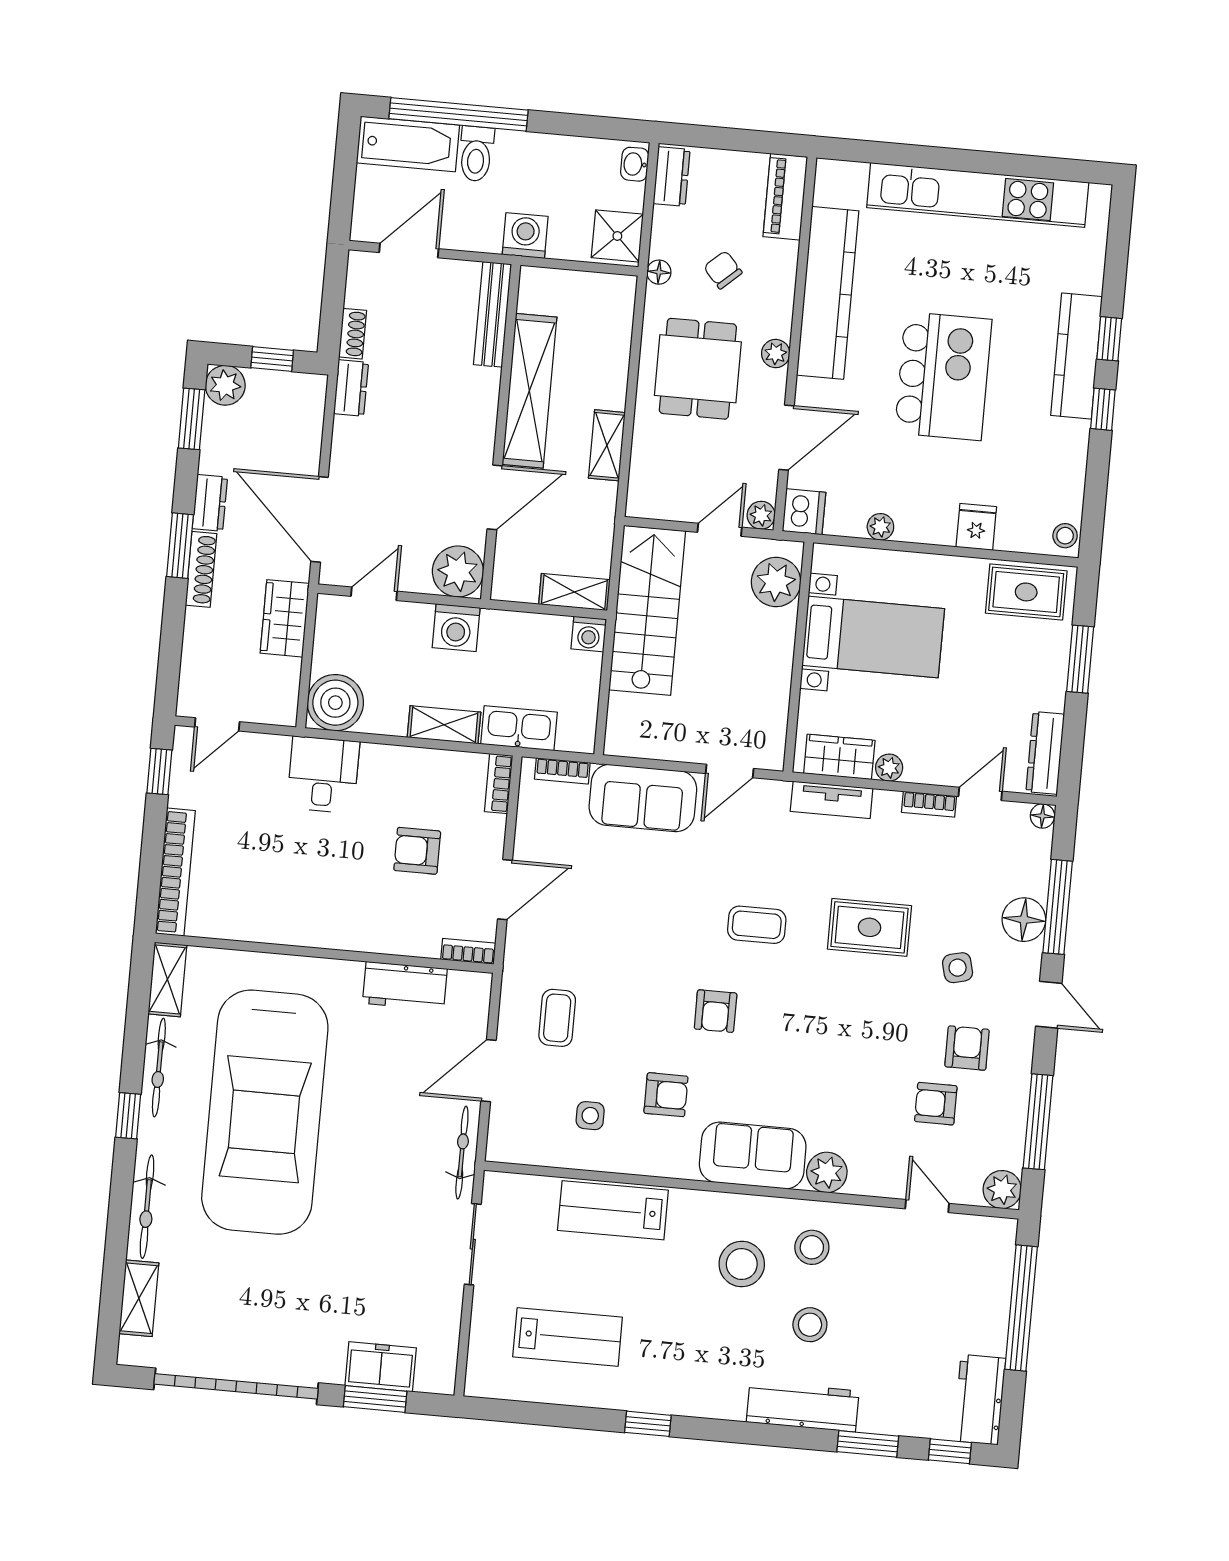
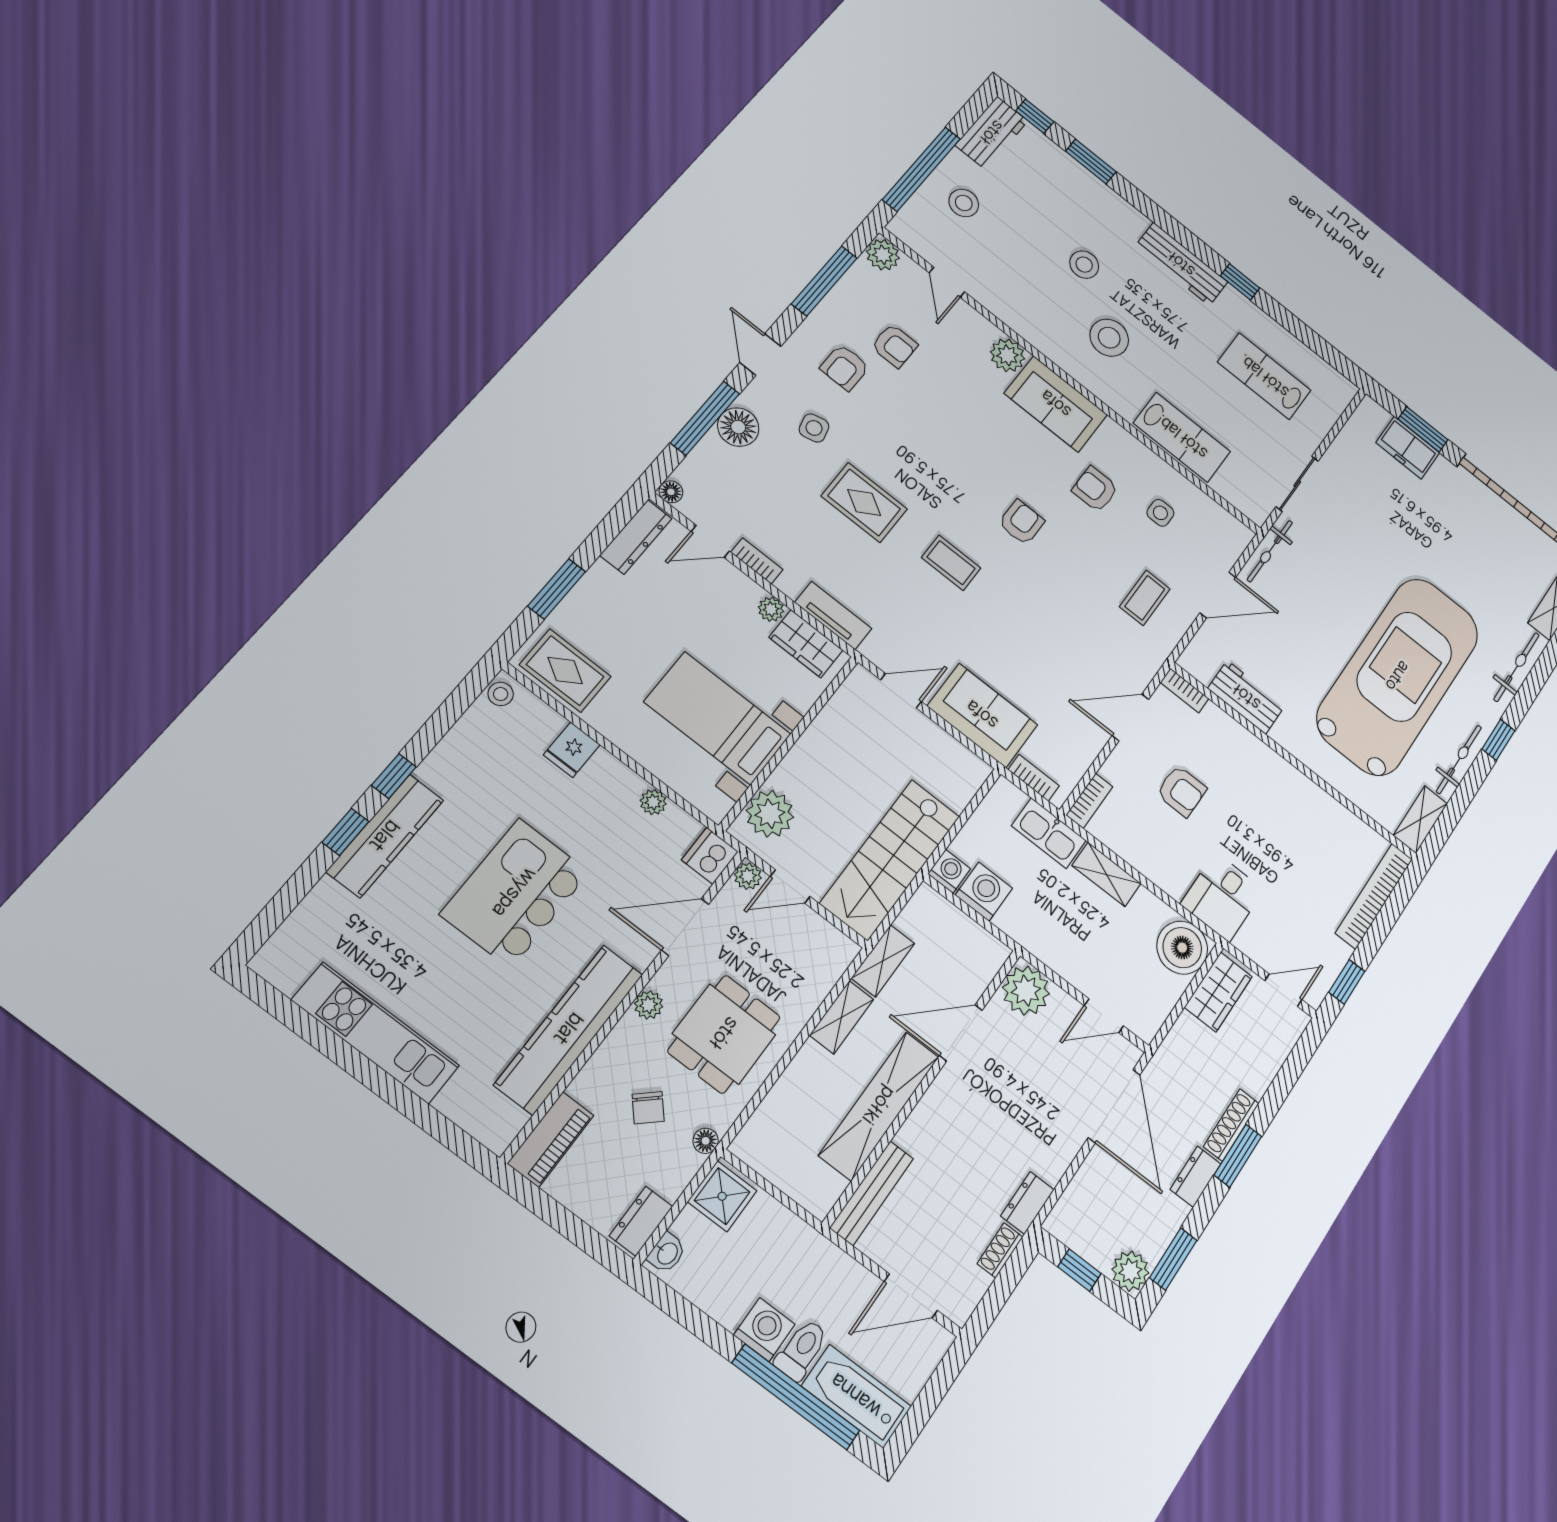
kitchen unit: (978, 195) -> (376, 1033), width x0.73
washing machine: (525, 236) -> (764, 1330), moved, turned 180
shelving: (574, 592) -> (883, 961), moved, turned 90
wardrobe: (285, 618) -> (1218, 992), moved
washing machine: (456, 628) -> (984, 892), moved
stool: (812, 1247) -> (964, 203), moved
workbench: (803, 1407) -> (1181, 264), moved

